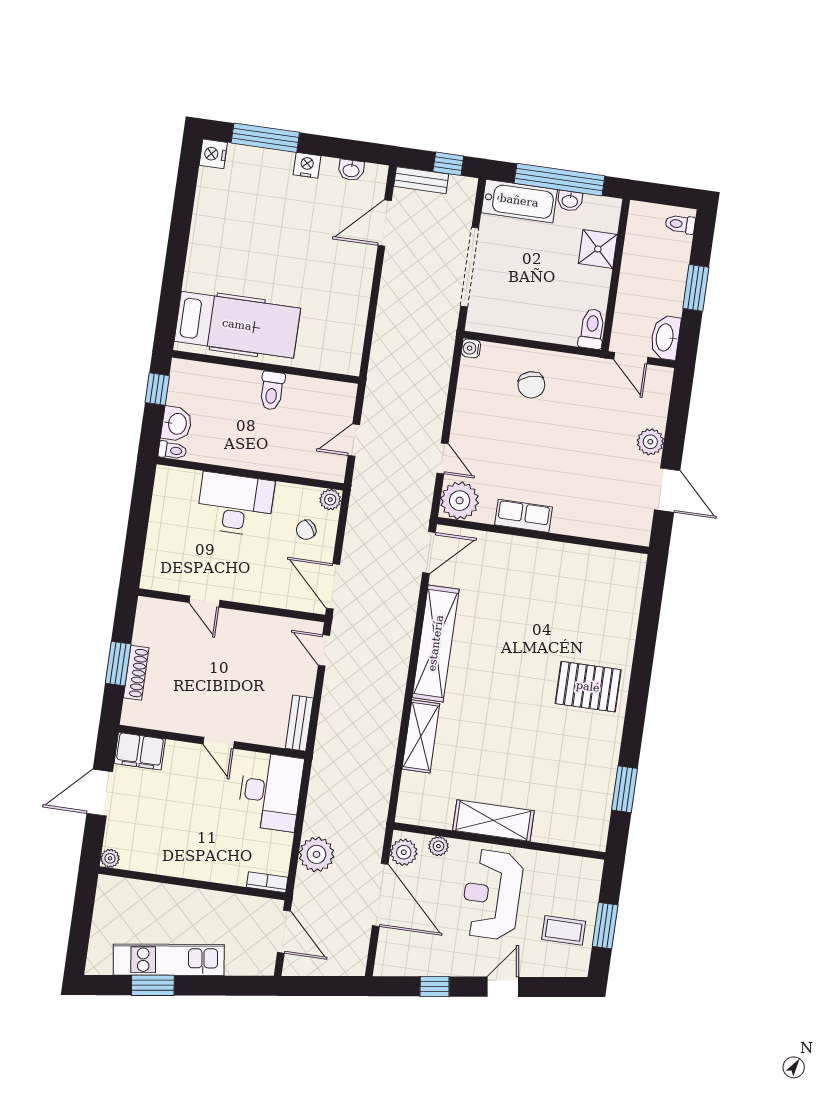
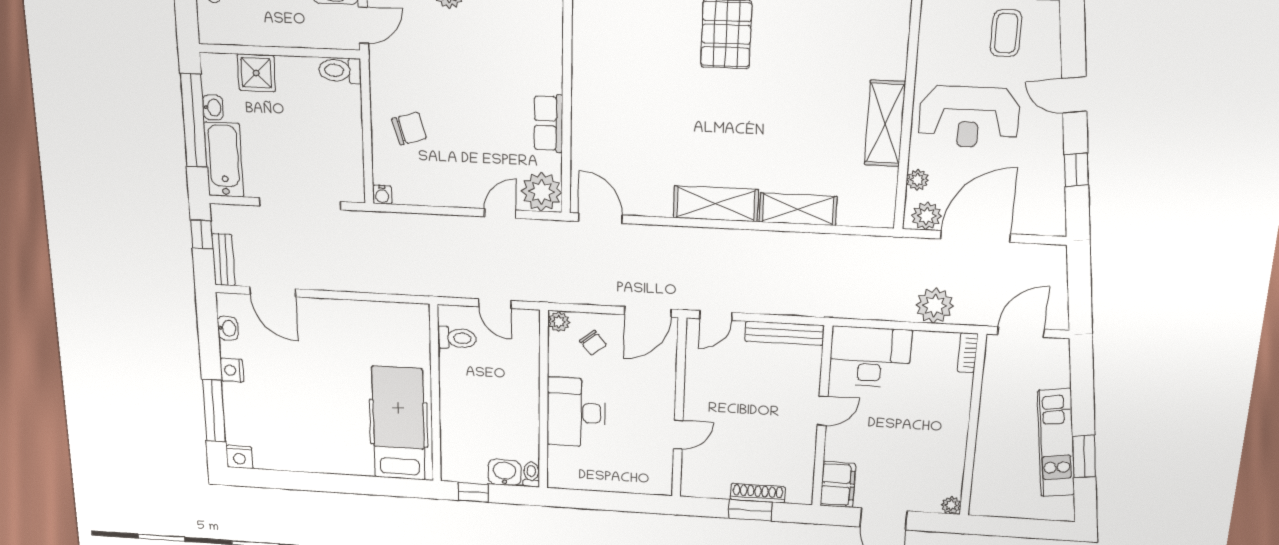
toilet: (272, 391) -> (457, 338), moved
shelving: (436, 643) -> (716, 204), width x0.68
bench: (299, 723) -> (784, 333), width x1.36

